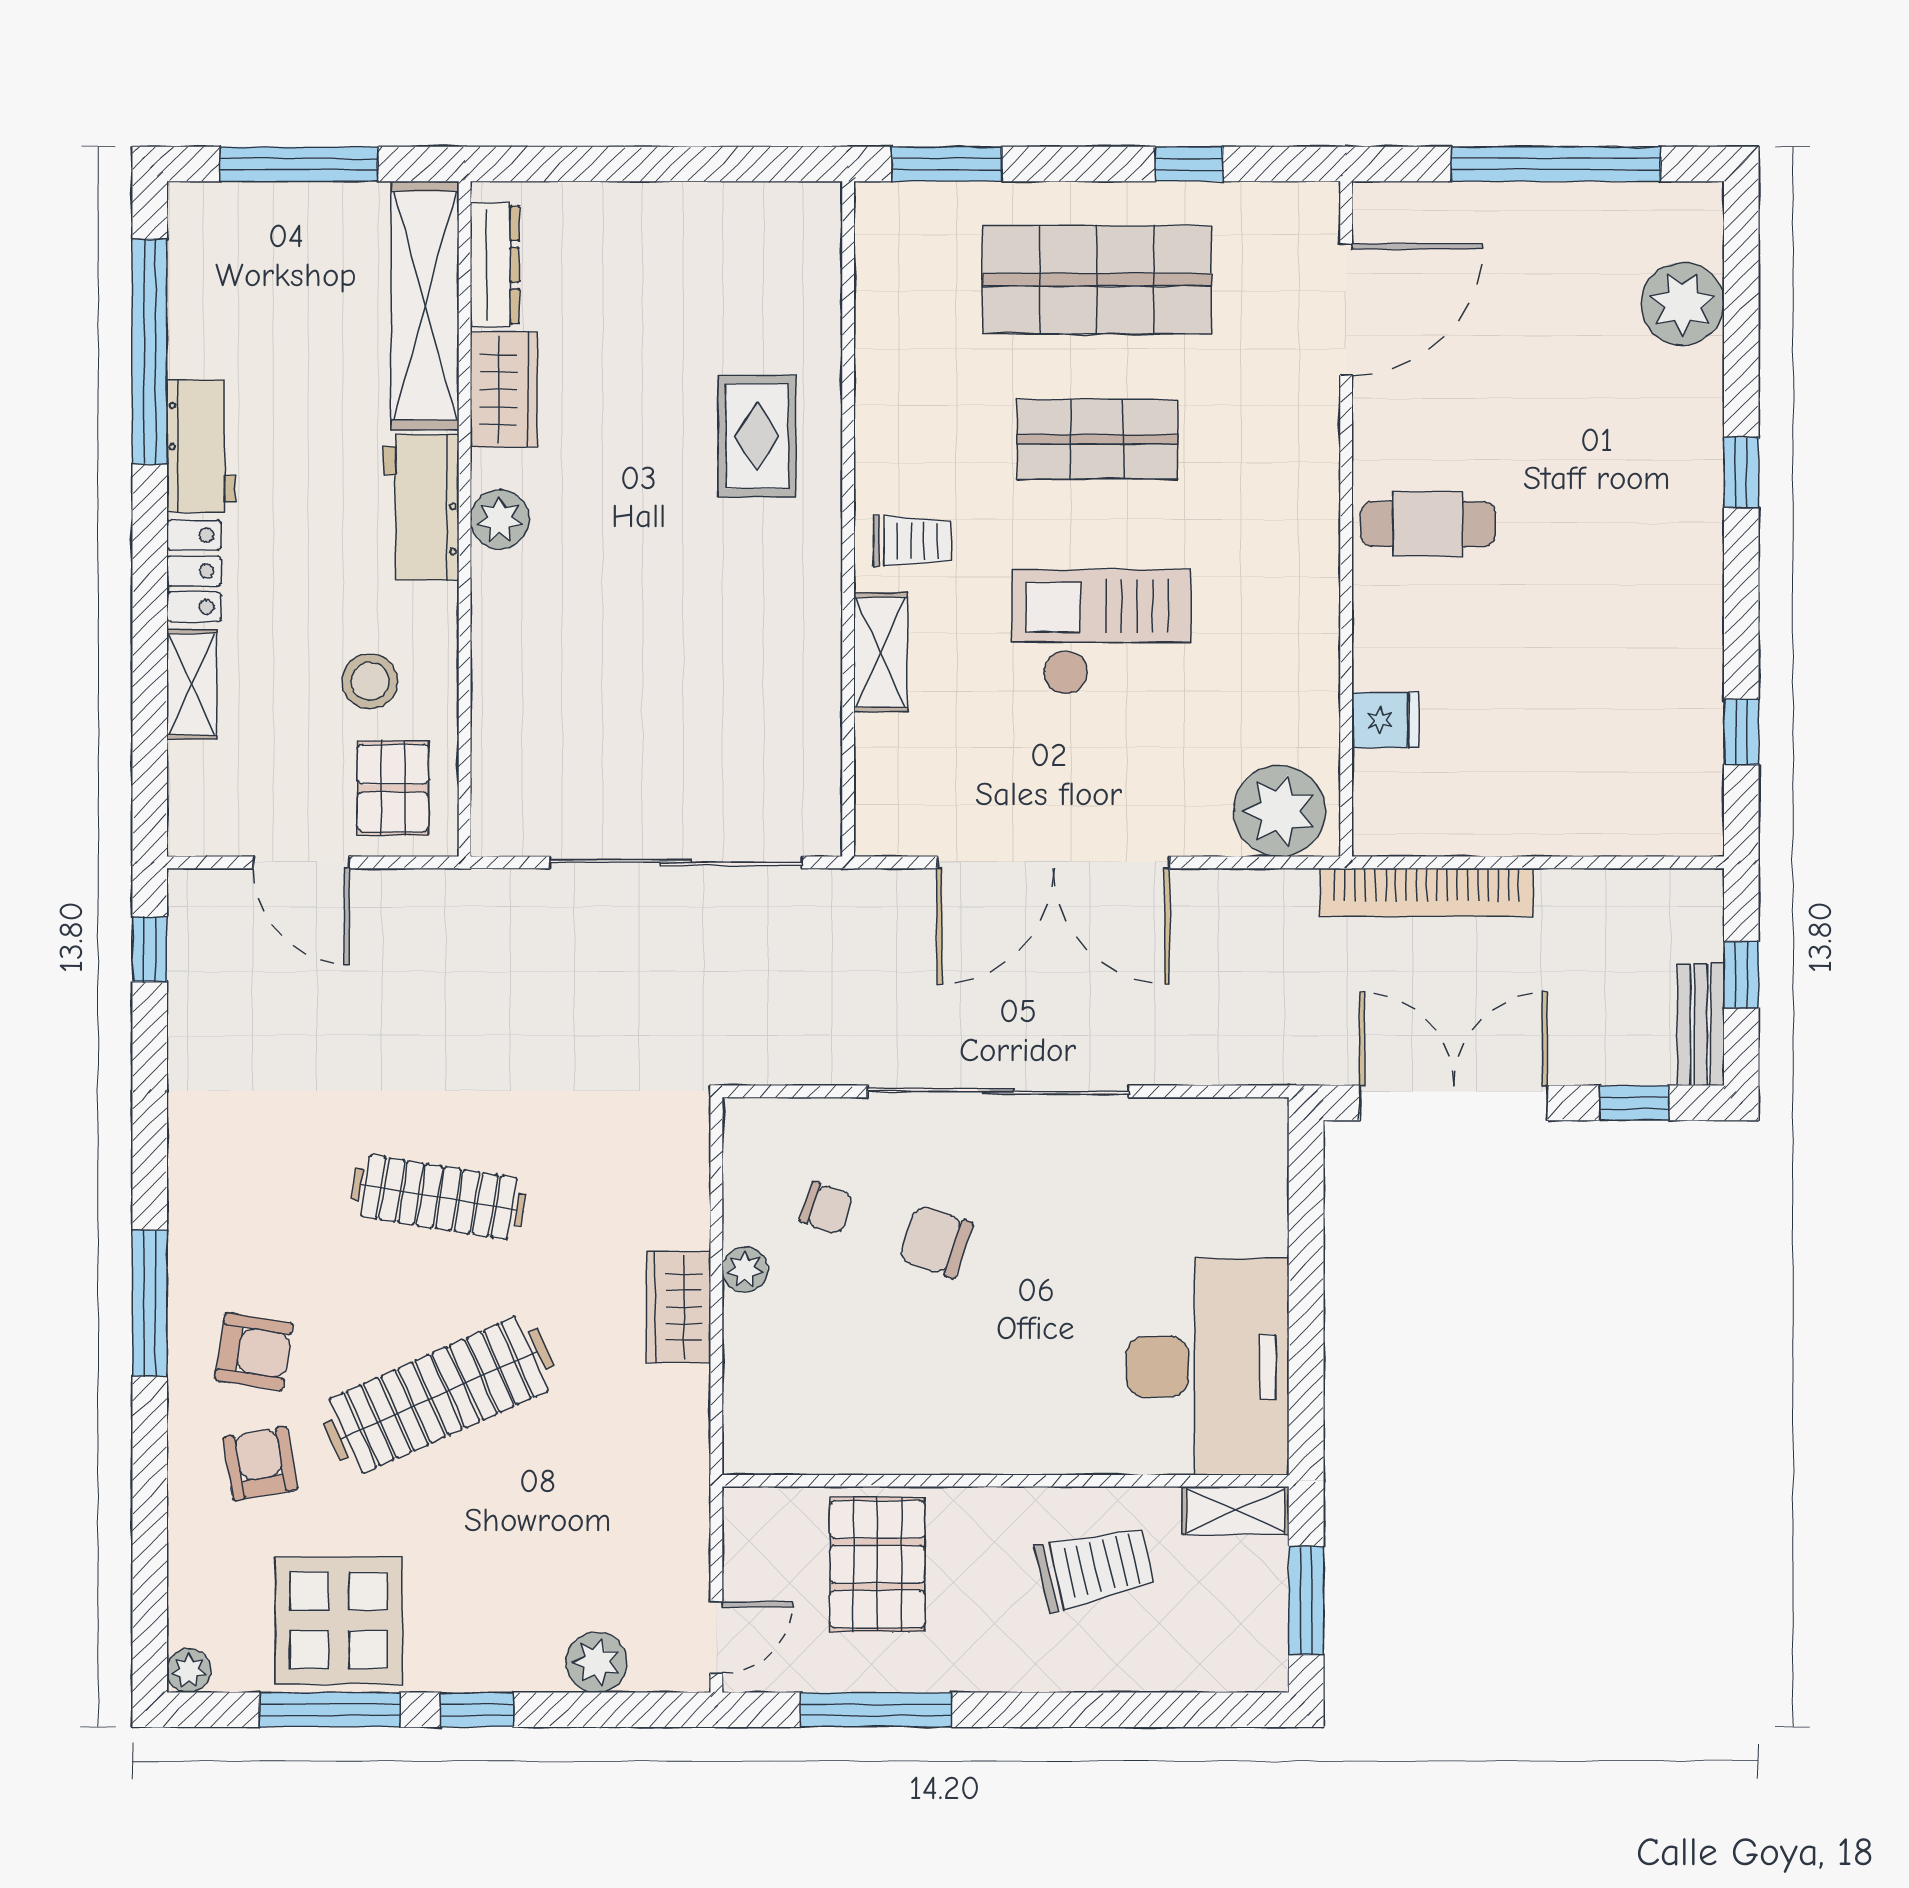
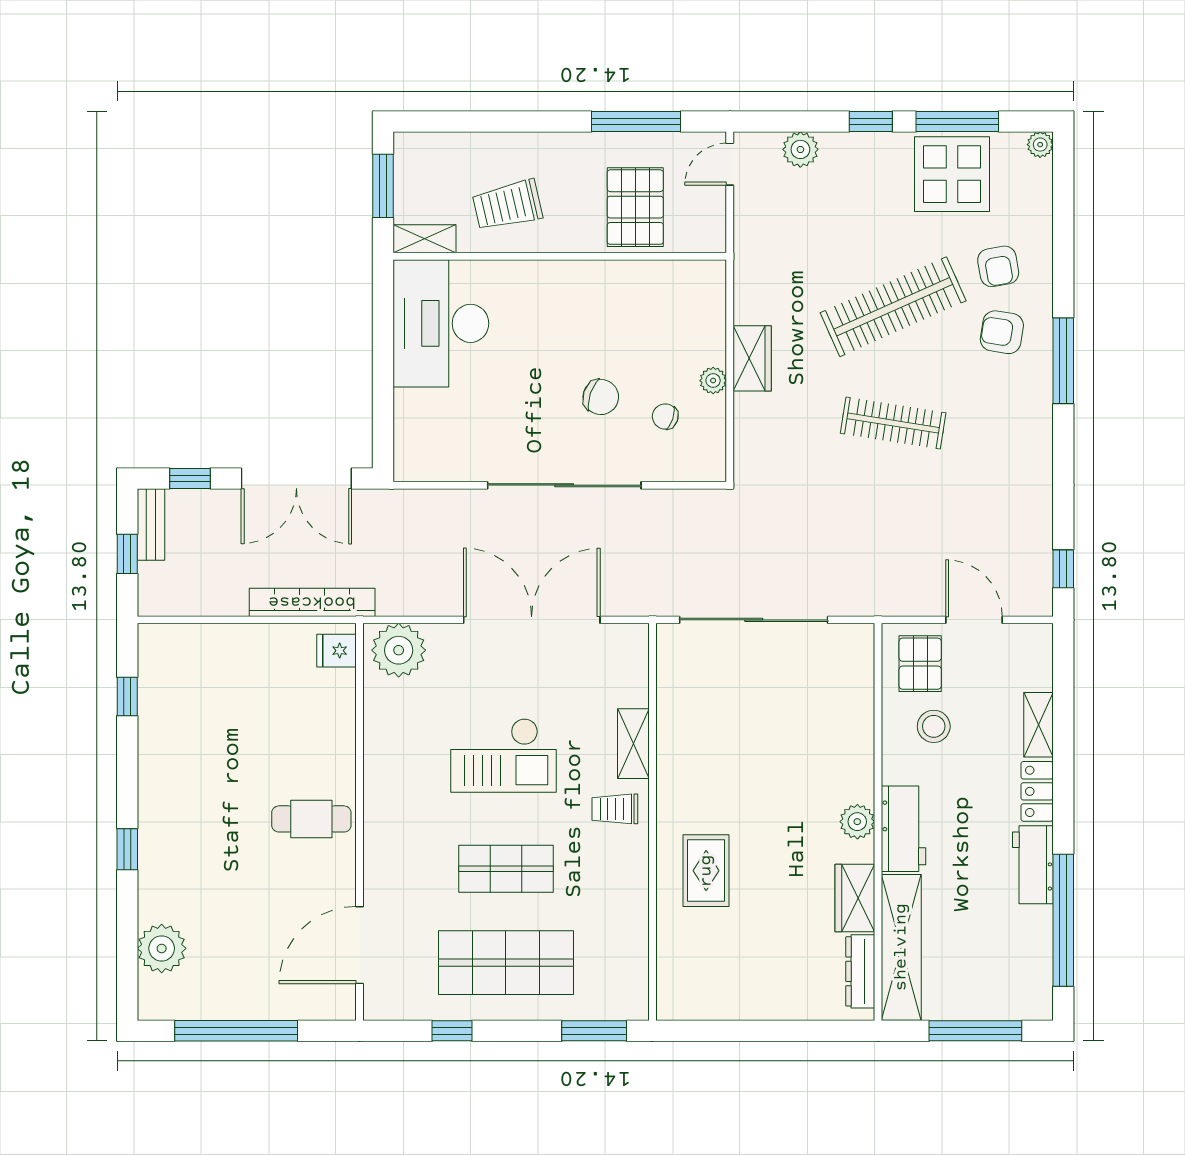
fridge: (1385, 720) -> (337, 651), moved

